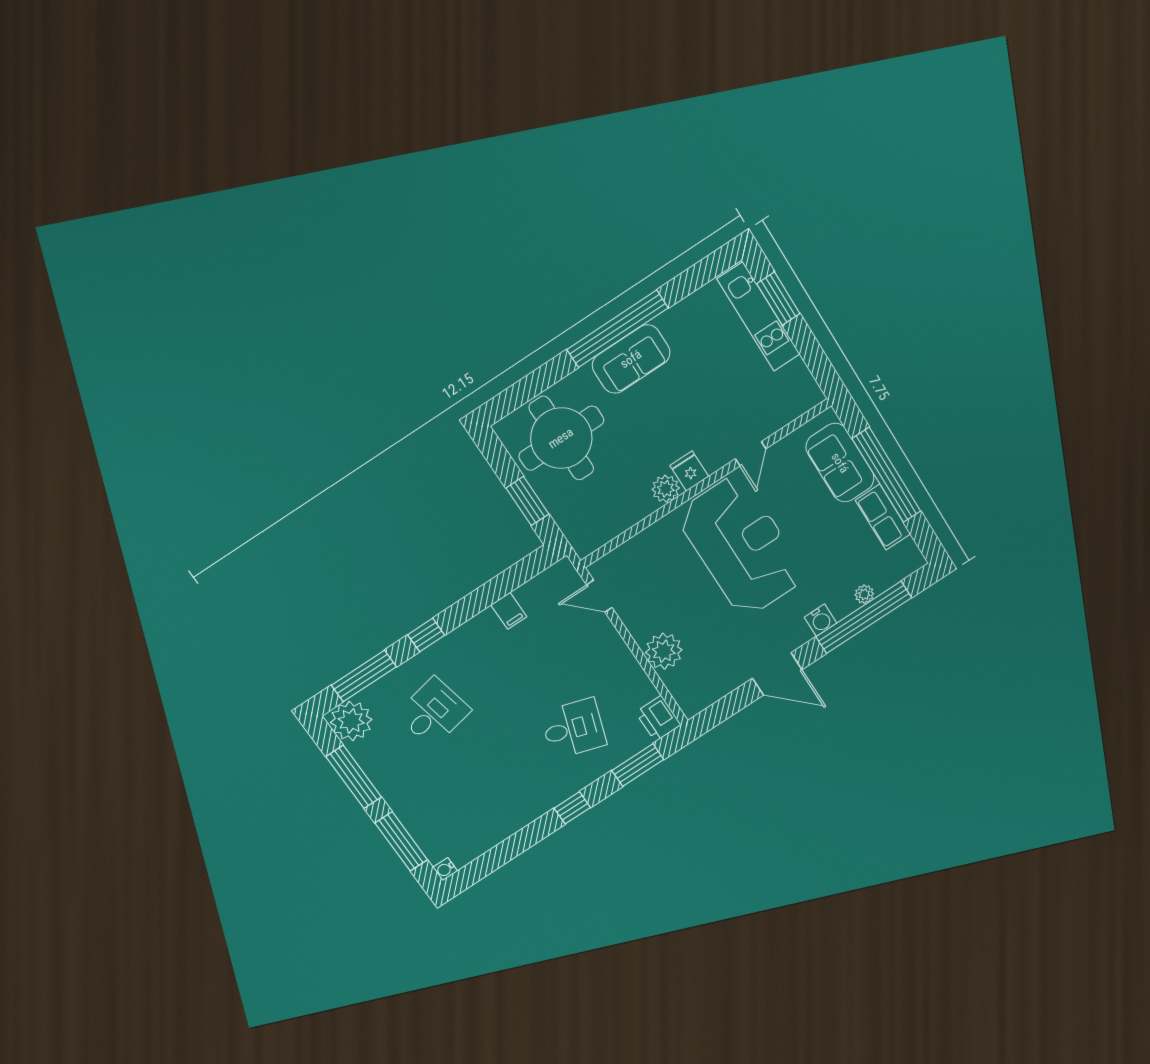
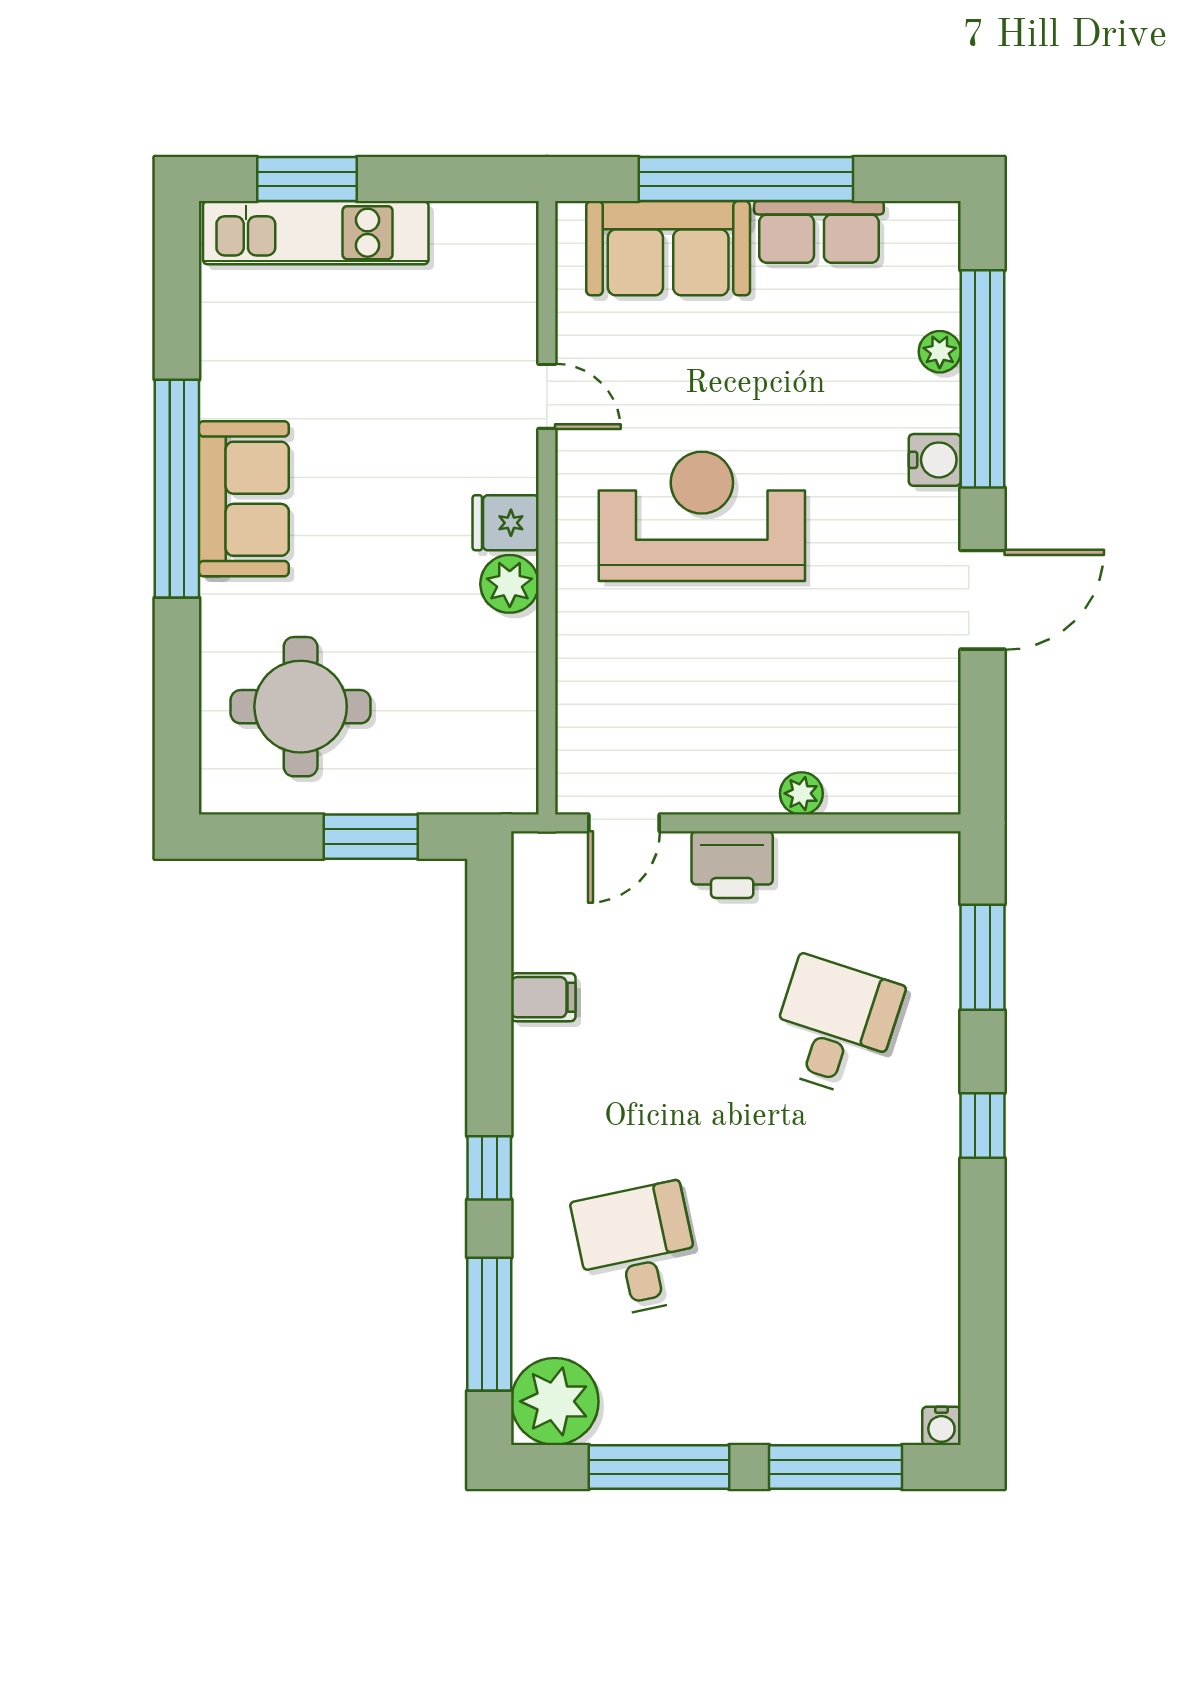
round table: (561, 438) -> (301, 707), width x0.73, depth x0.73
reception desk: (741, 546) -> (702, 516), width x0.74, depth x0.77
plant: (664, 651) -> (801, 793), width x0.53, depth x0.53
printer: (658, 719) -> (732, 865), moved

